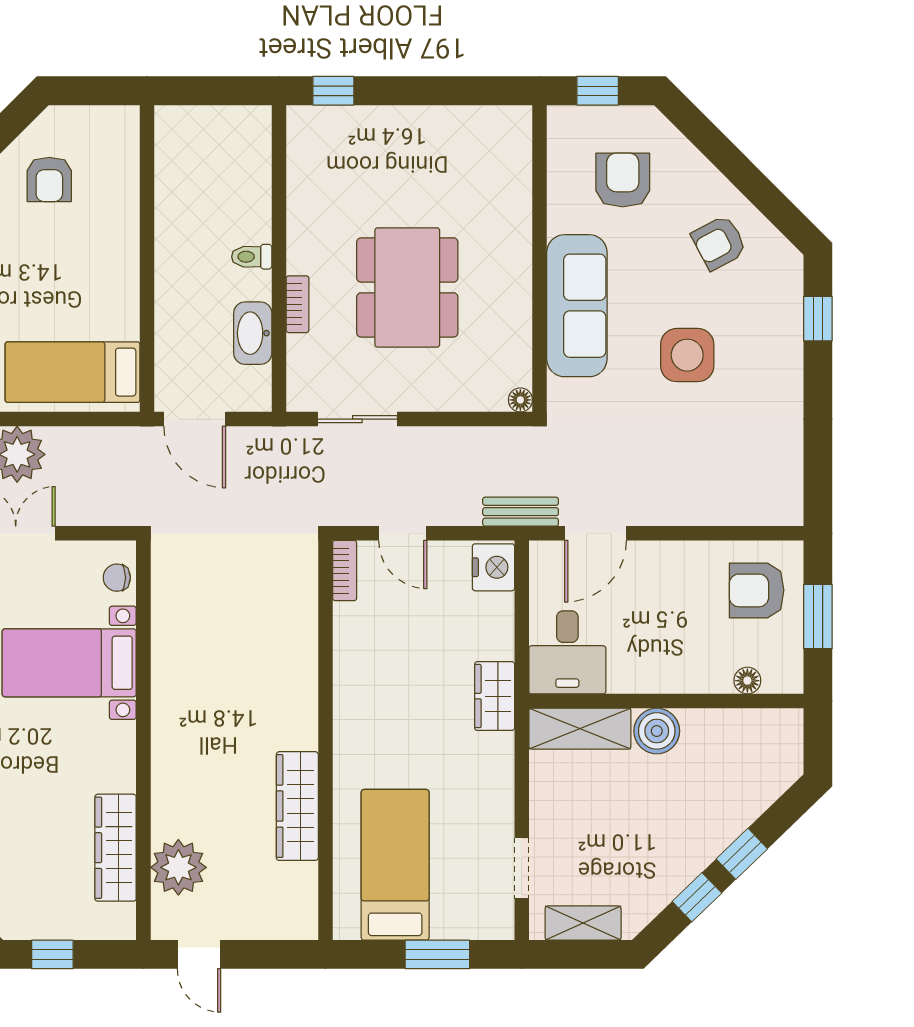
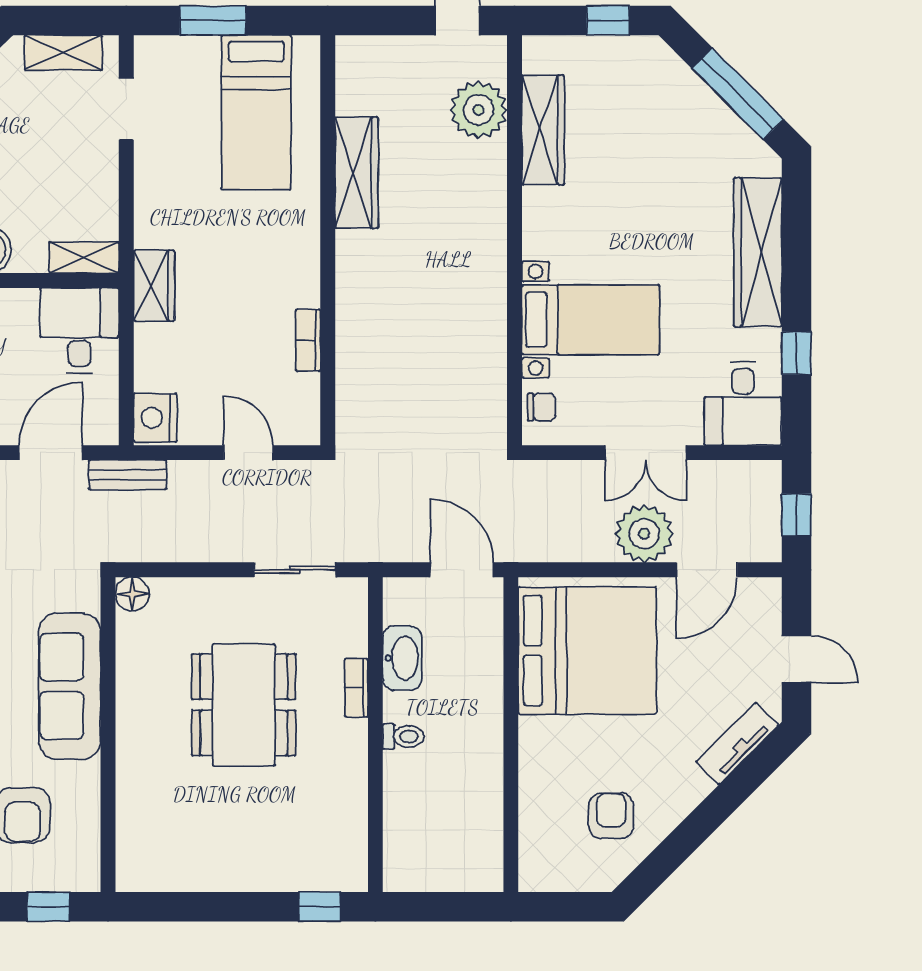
bed: (72, 372) -> (587, 651), width x2.04
floor lamp: (520, 400) -> (132, 594), width x1.37, depth x1.37
bookcase: (345, 571) -> (308, 340), moved
shelving: (580, 729) -> (84, 257), width x0.67, depth x0.75

